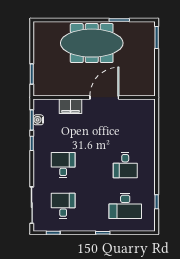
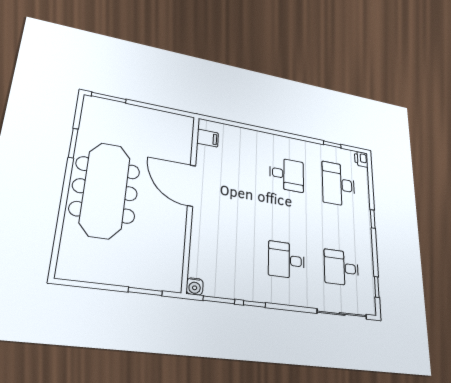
filing cabinet: (71, 106) -> (208, 138), moved, width x0.50
water cooler: (38, 120) -> (195, 286), moved
desk: (125, 206) -> (338, 184), turned 180
printer: (149, 226) -> (361, 159), added

